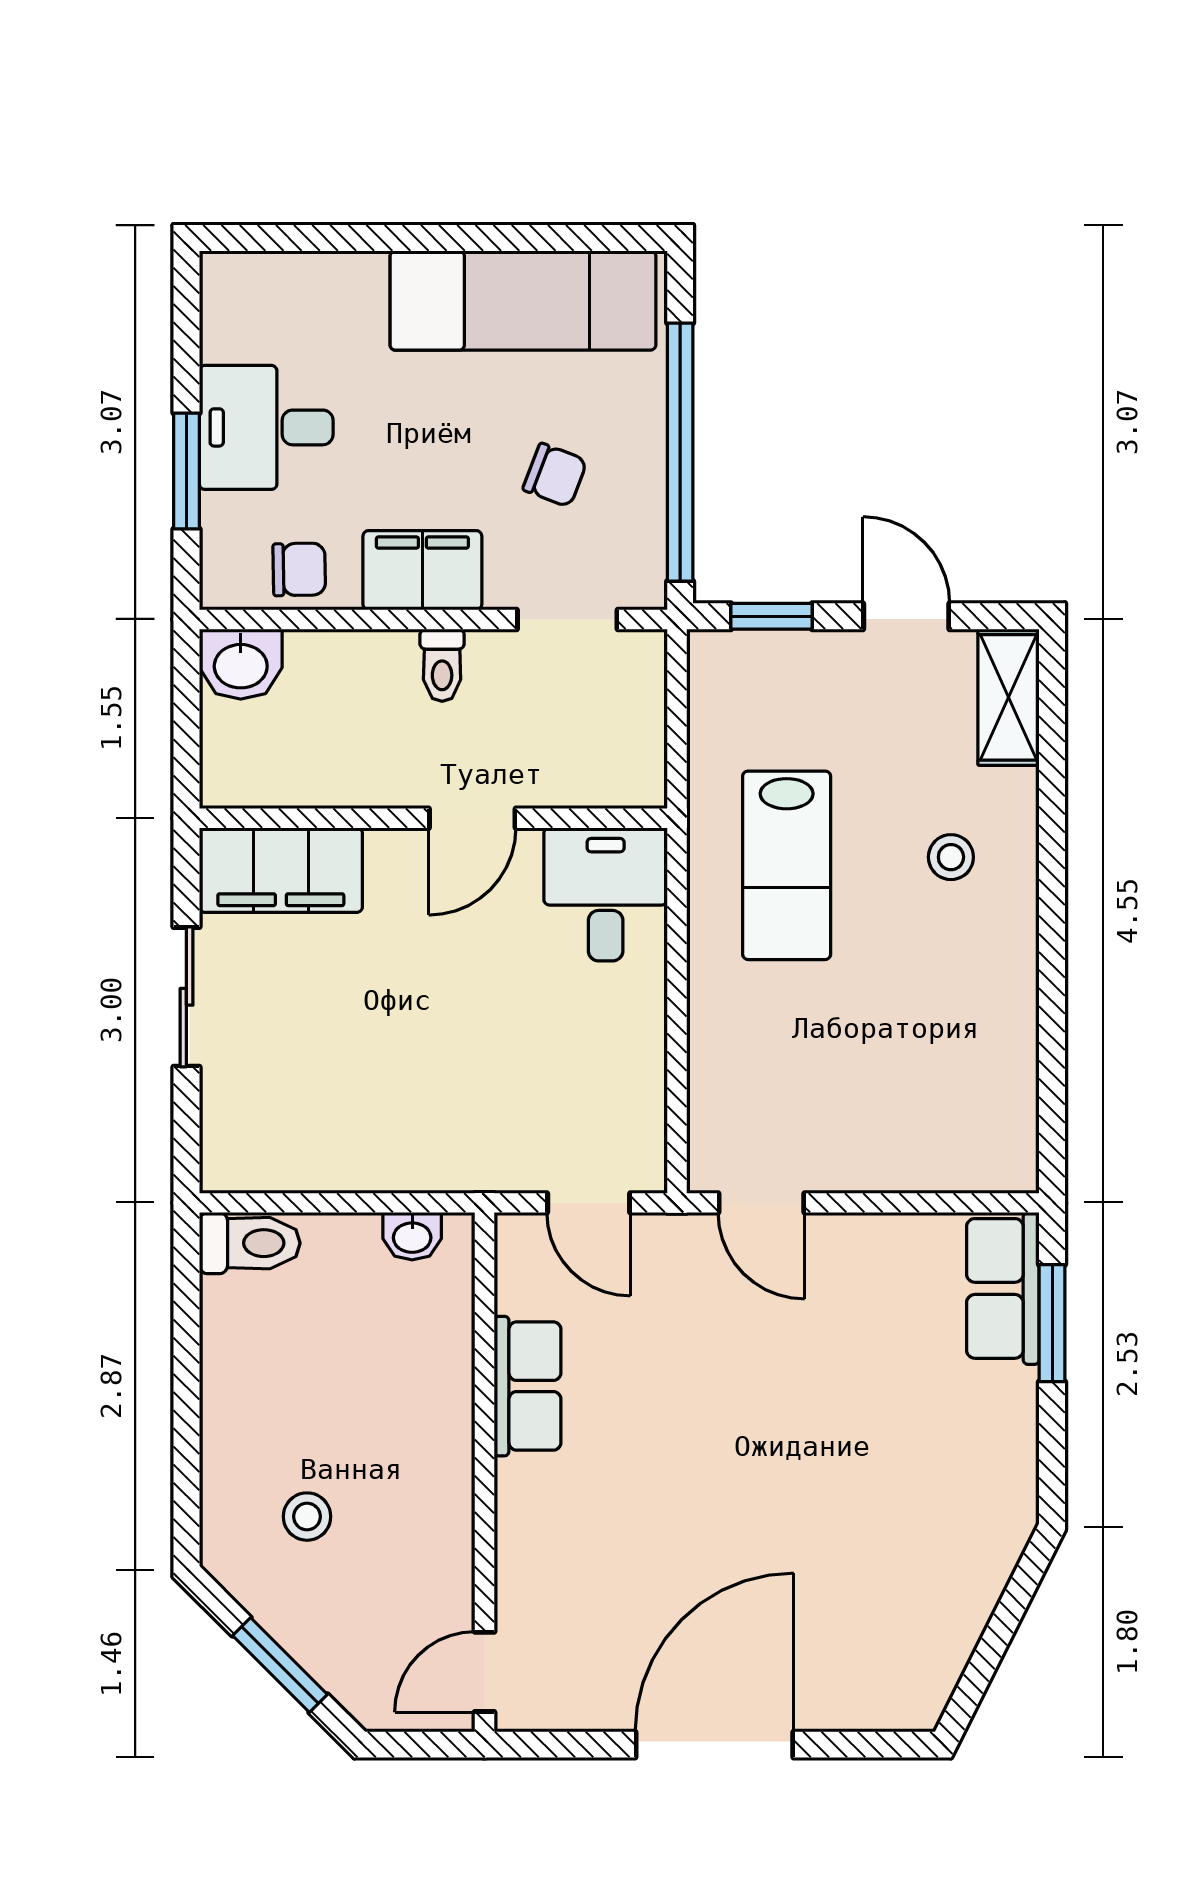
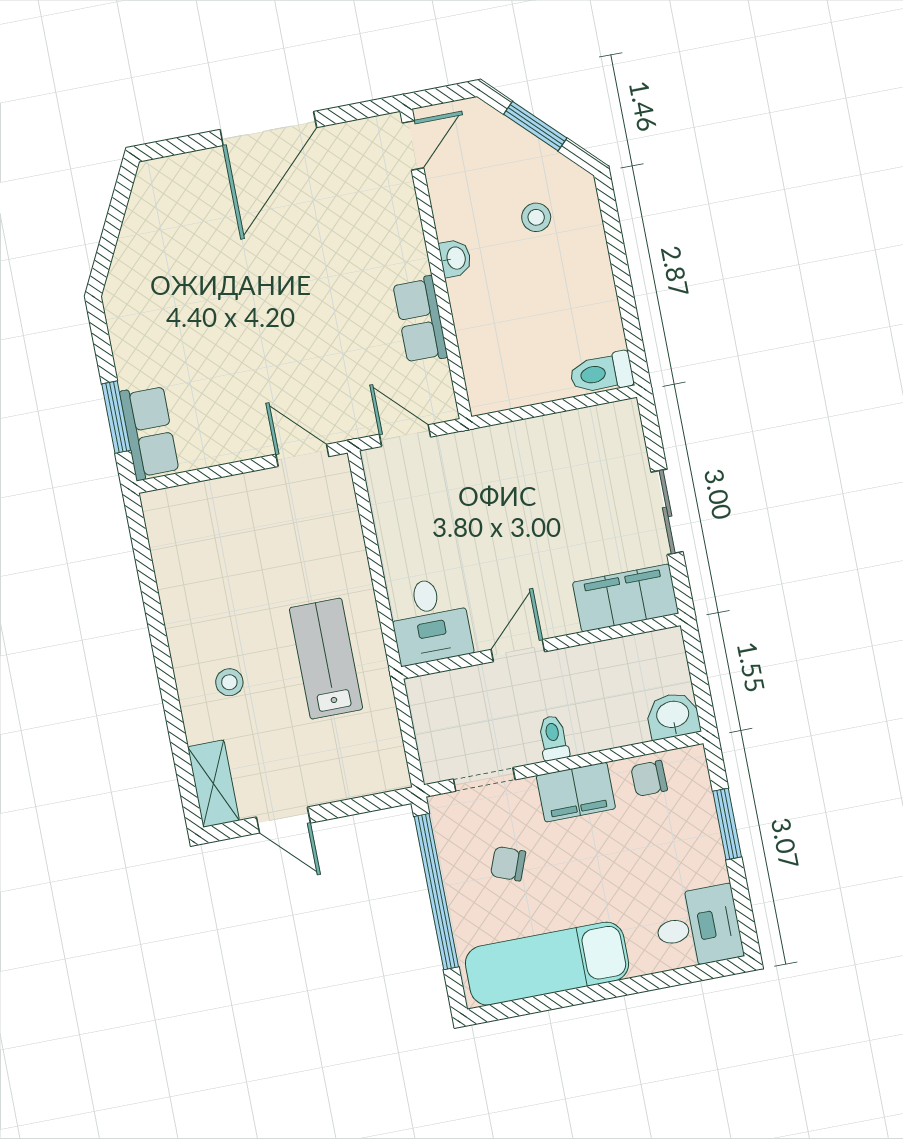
desk: (266, 427) -> (698, 927), moved
window: (772, 616) -> (363, 805), removed
washbasin: (412, 1236) -> (455, 258), moved, turned 90

